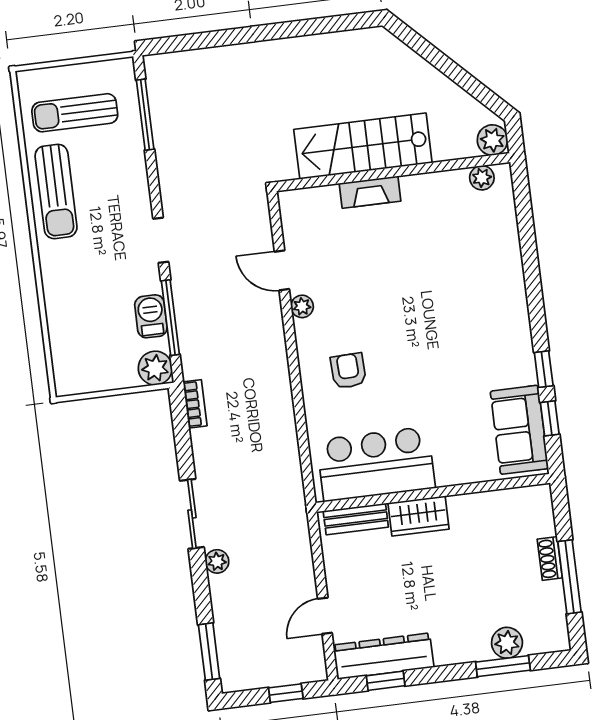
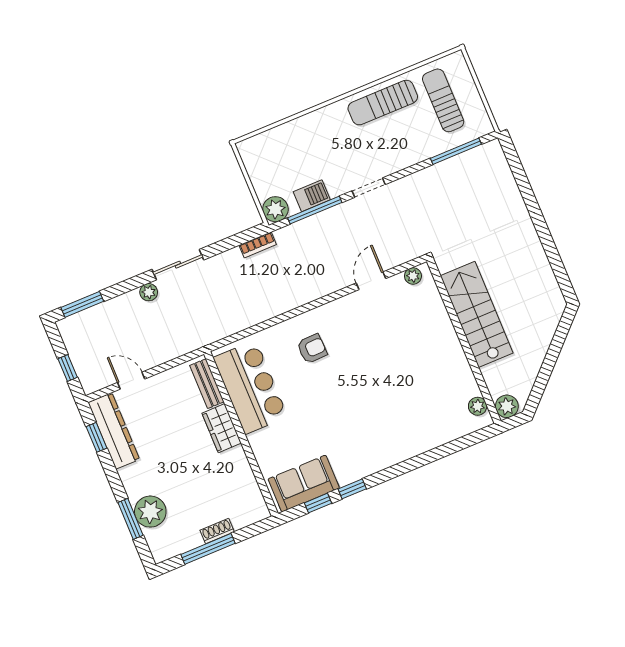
fireplace: (370, 192) -> (445, 329), removed
plant: (302, 306) -> (413, 276), moved
plant: (507, 643) -> (150, 512), width x1.36, depth x1.36

